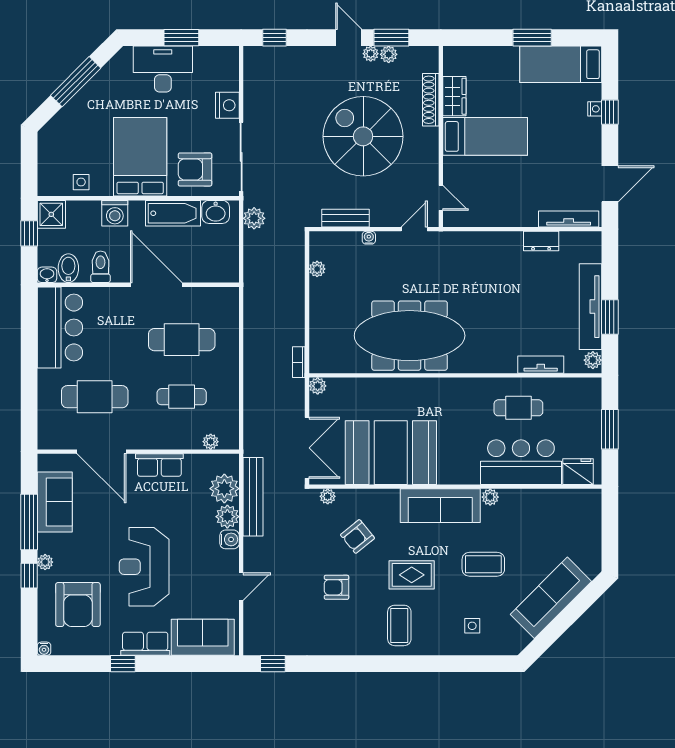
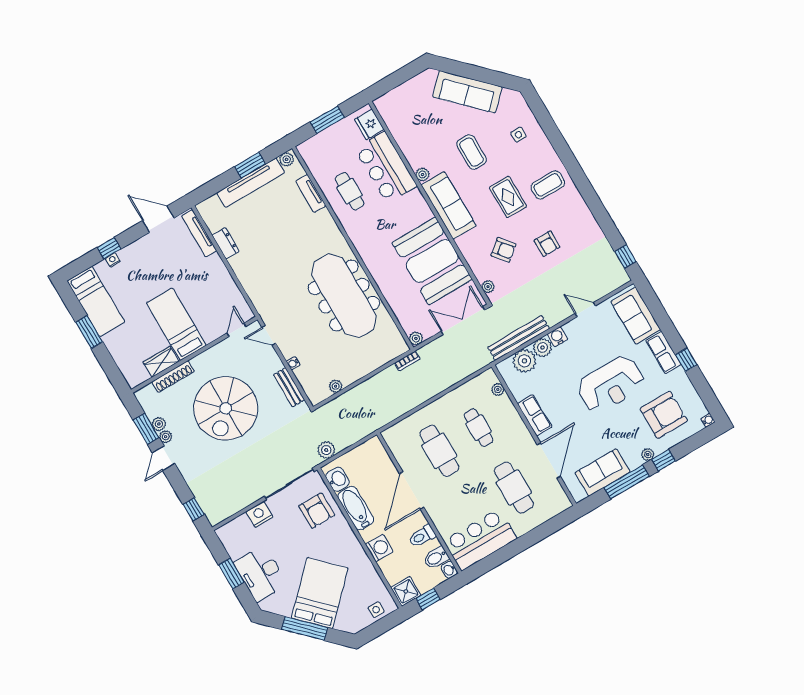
bed: (140, 157) -> (320, 593), moved, turned 135
side table: (81, 182) -> (376, 610), moved

